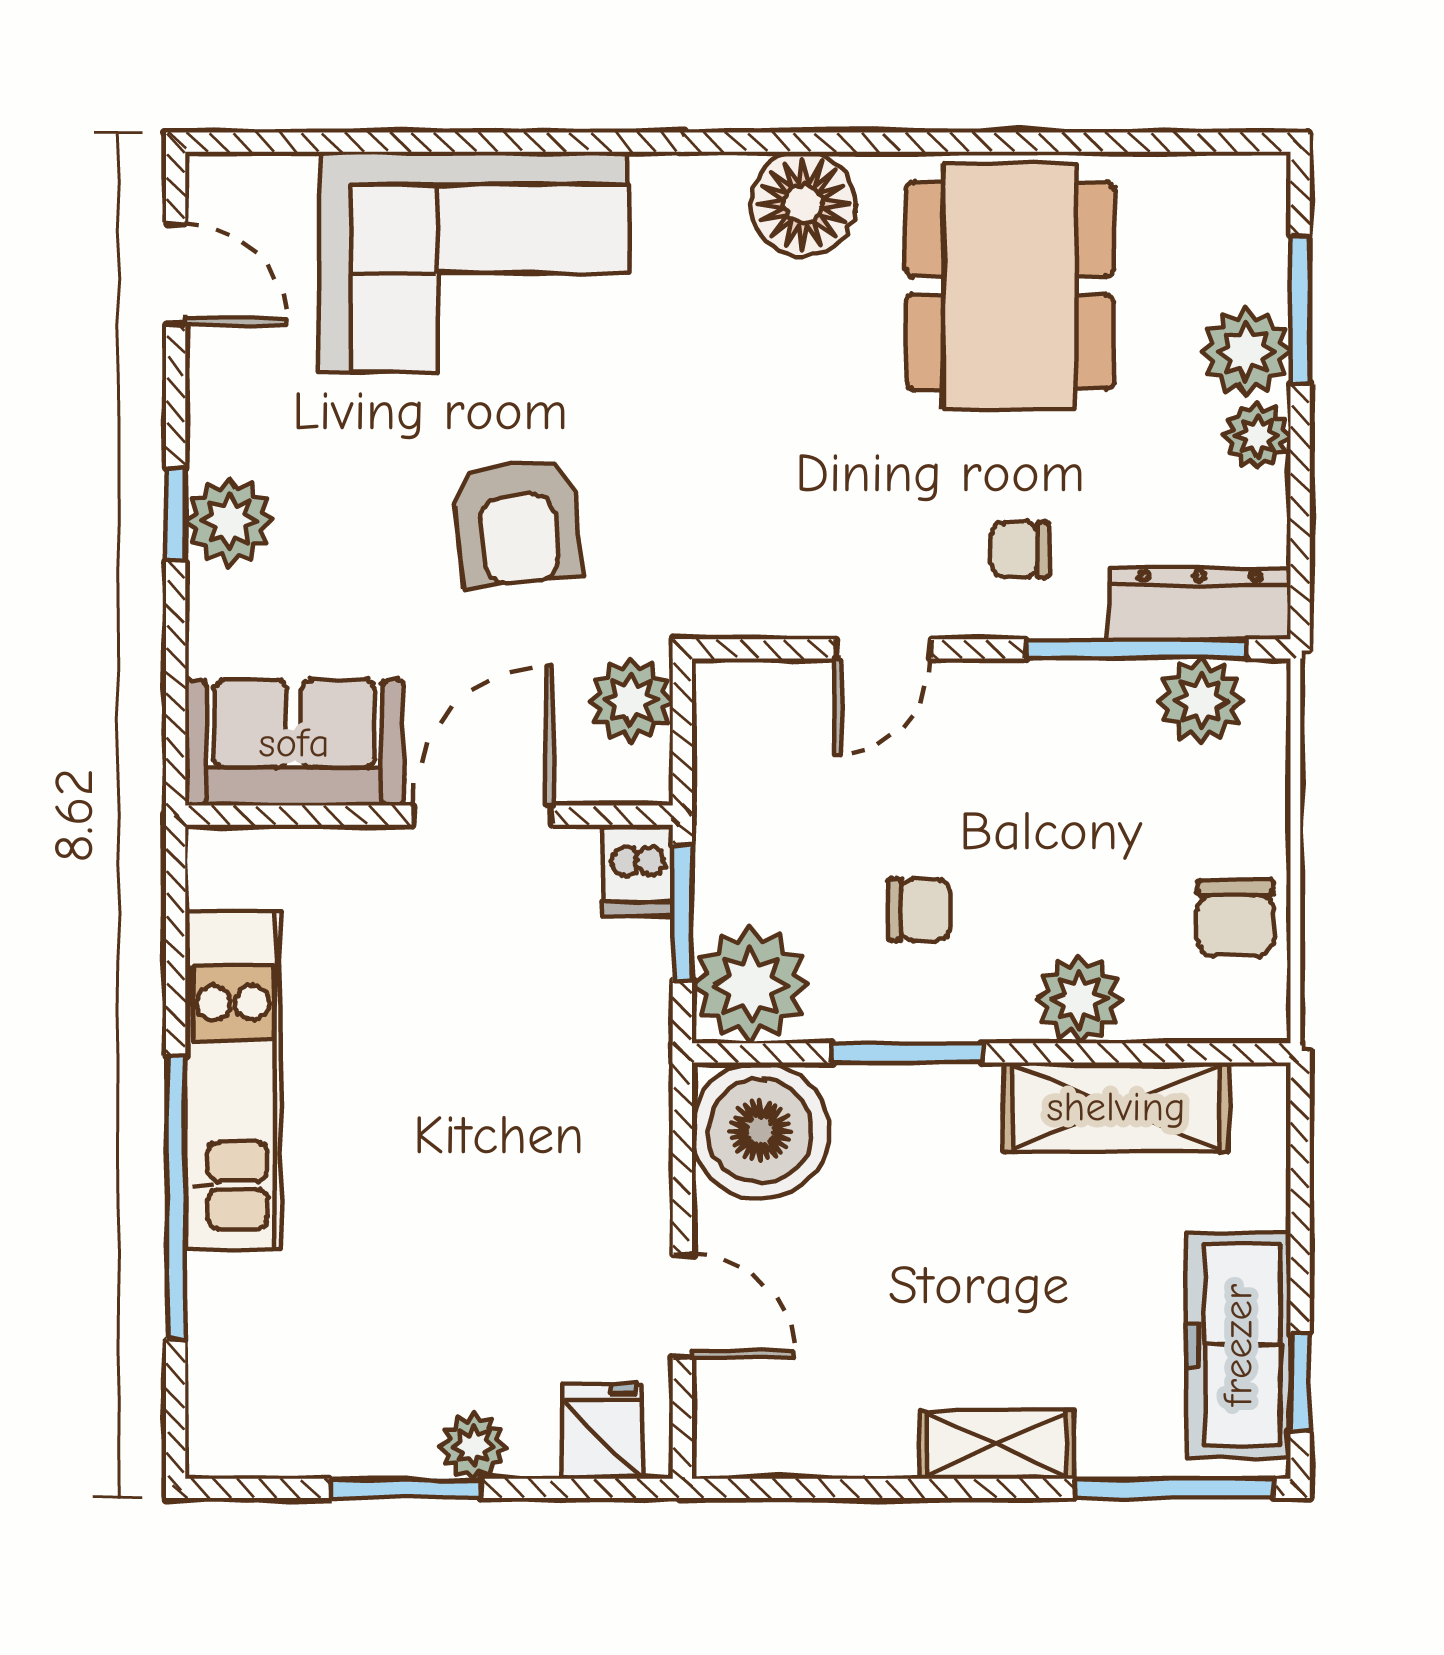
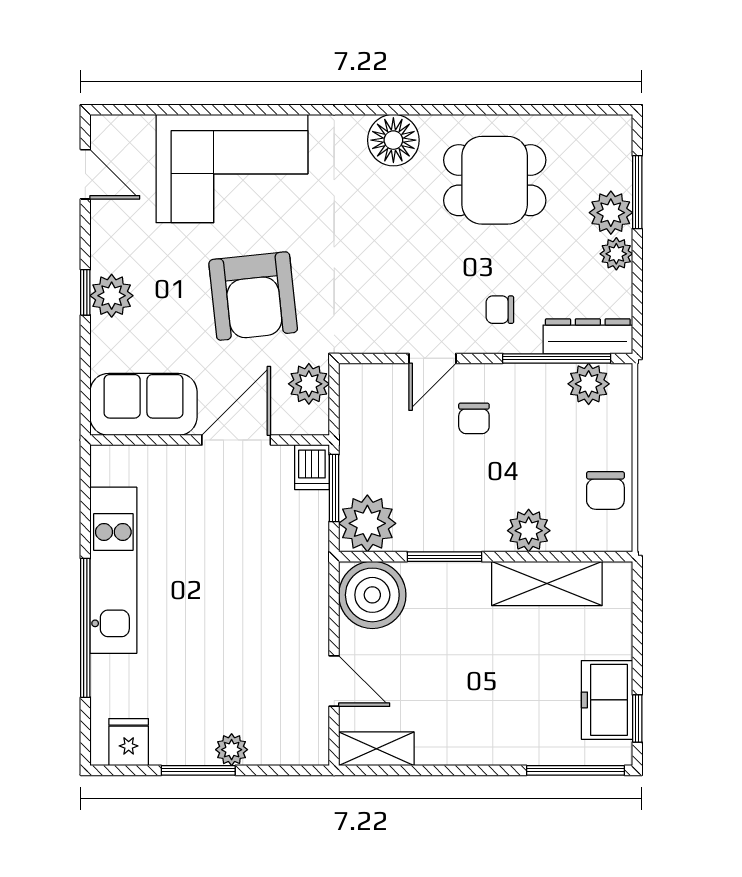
dining table: (1010, 286) -> (495, 180), width x0.73
armchair: (518, 522) -> (253, 296), width x1.36, depth x1.36
chair: (919, 910) -> (474, 418), moved, turned 90
freezer: (1238, 1345) -> (607, 700), width x0.71
fridge: (603, 1431) -> (129, 742), moved
shelving: (997, 1444) -> (376, 749), moved

